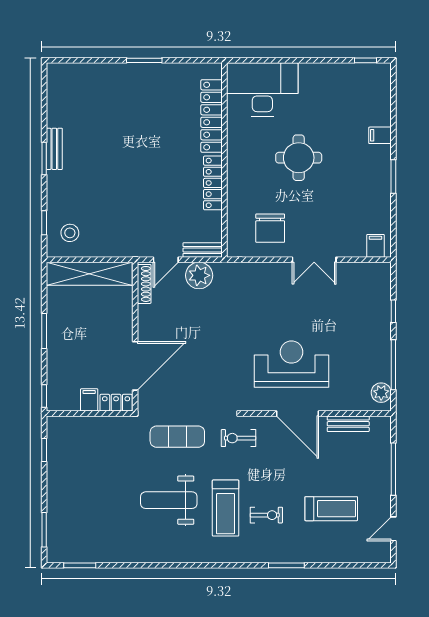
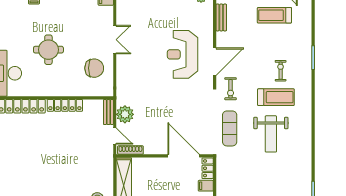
door: (297, 413) -> (215, 62), moved
treadmill: (331, 509) -> (274, 15), moved, turned -90

